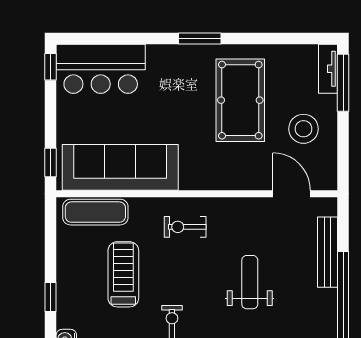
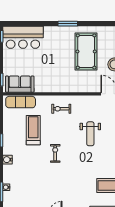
sofa: (120, 167) -> (20, 84), width x0.54, depth x0.79
weight bench: (250, 282) -> (90, 134), turned 180

